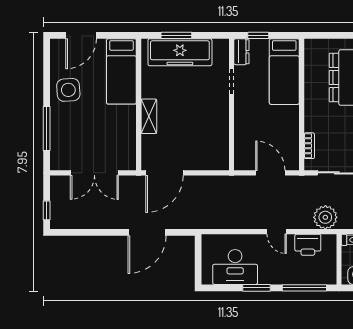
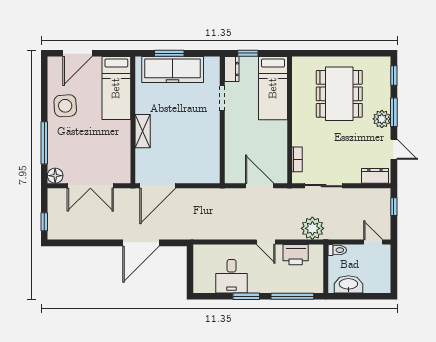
floor lamp: (58, 163) -> (55, 176), added
desk: (235, 267) -> (232, 276), width x0.73

